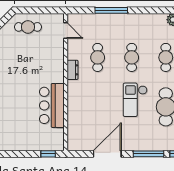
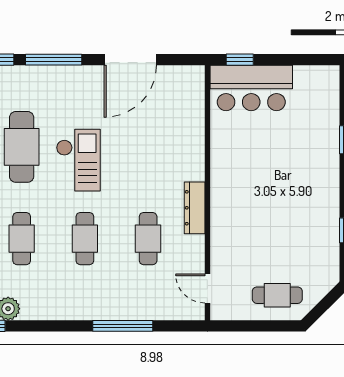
dresser: (72, 70) -> (195, 208), width x1.44
bar counter: (52, 105) -> (251, 88), moved, turned 90

